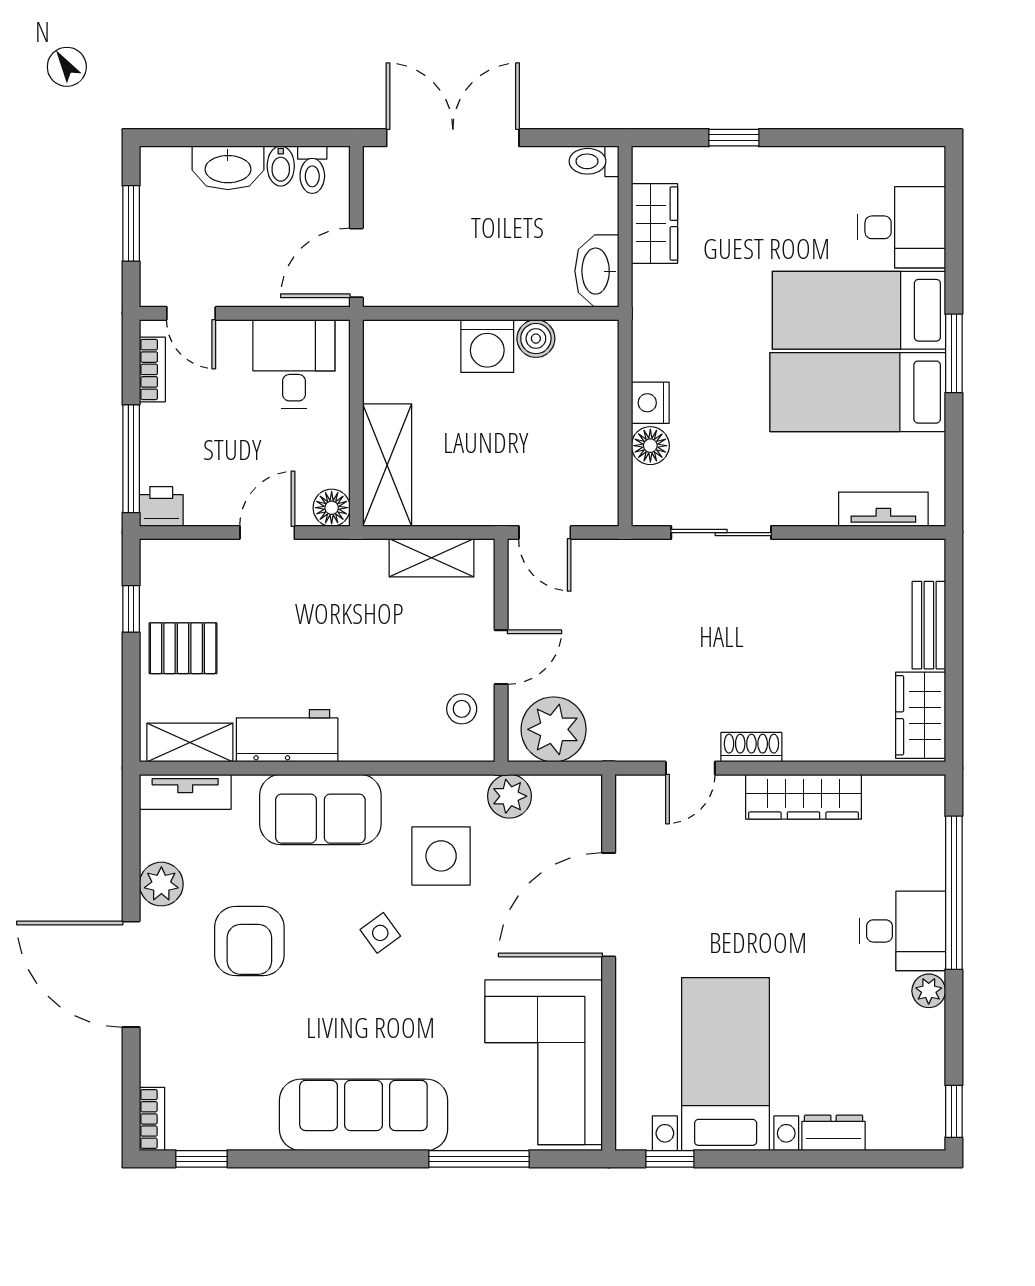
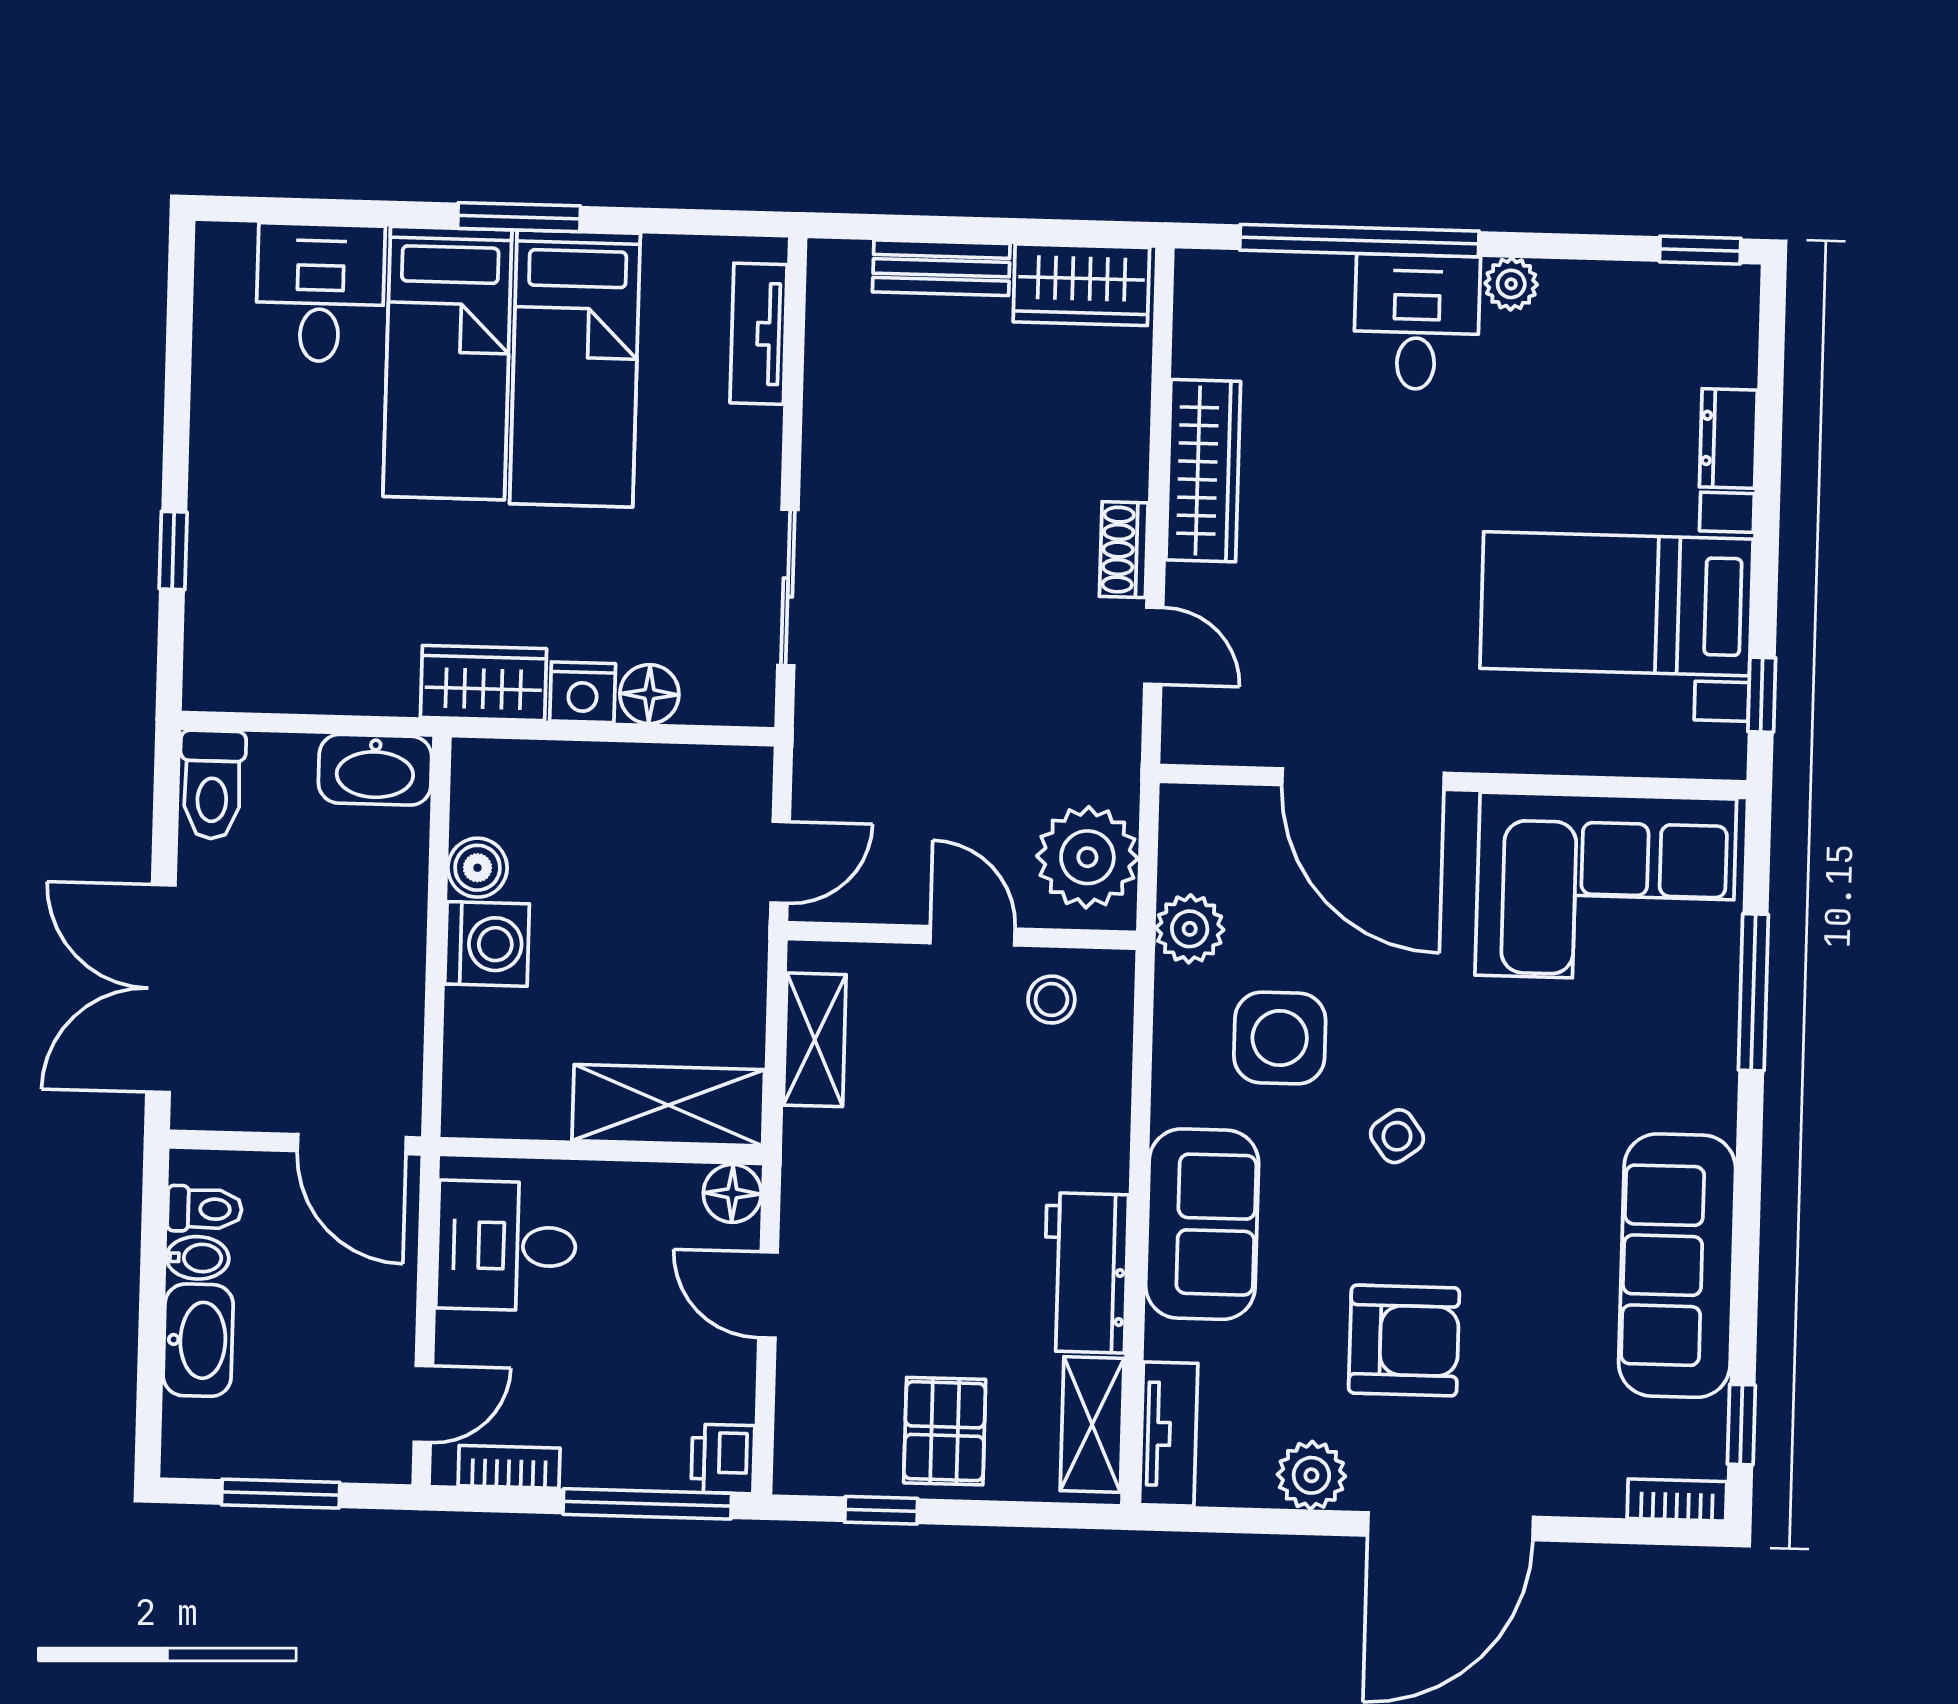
toilet: (594, 161) -> (212, 785), width x1.37, depth x1.39
wardrobe: (654, 224) -> (483, 683), moved
sofa: (363, 1115) -> (1677, 1266), moved

